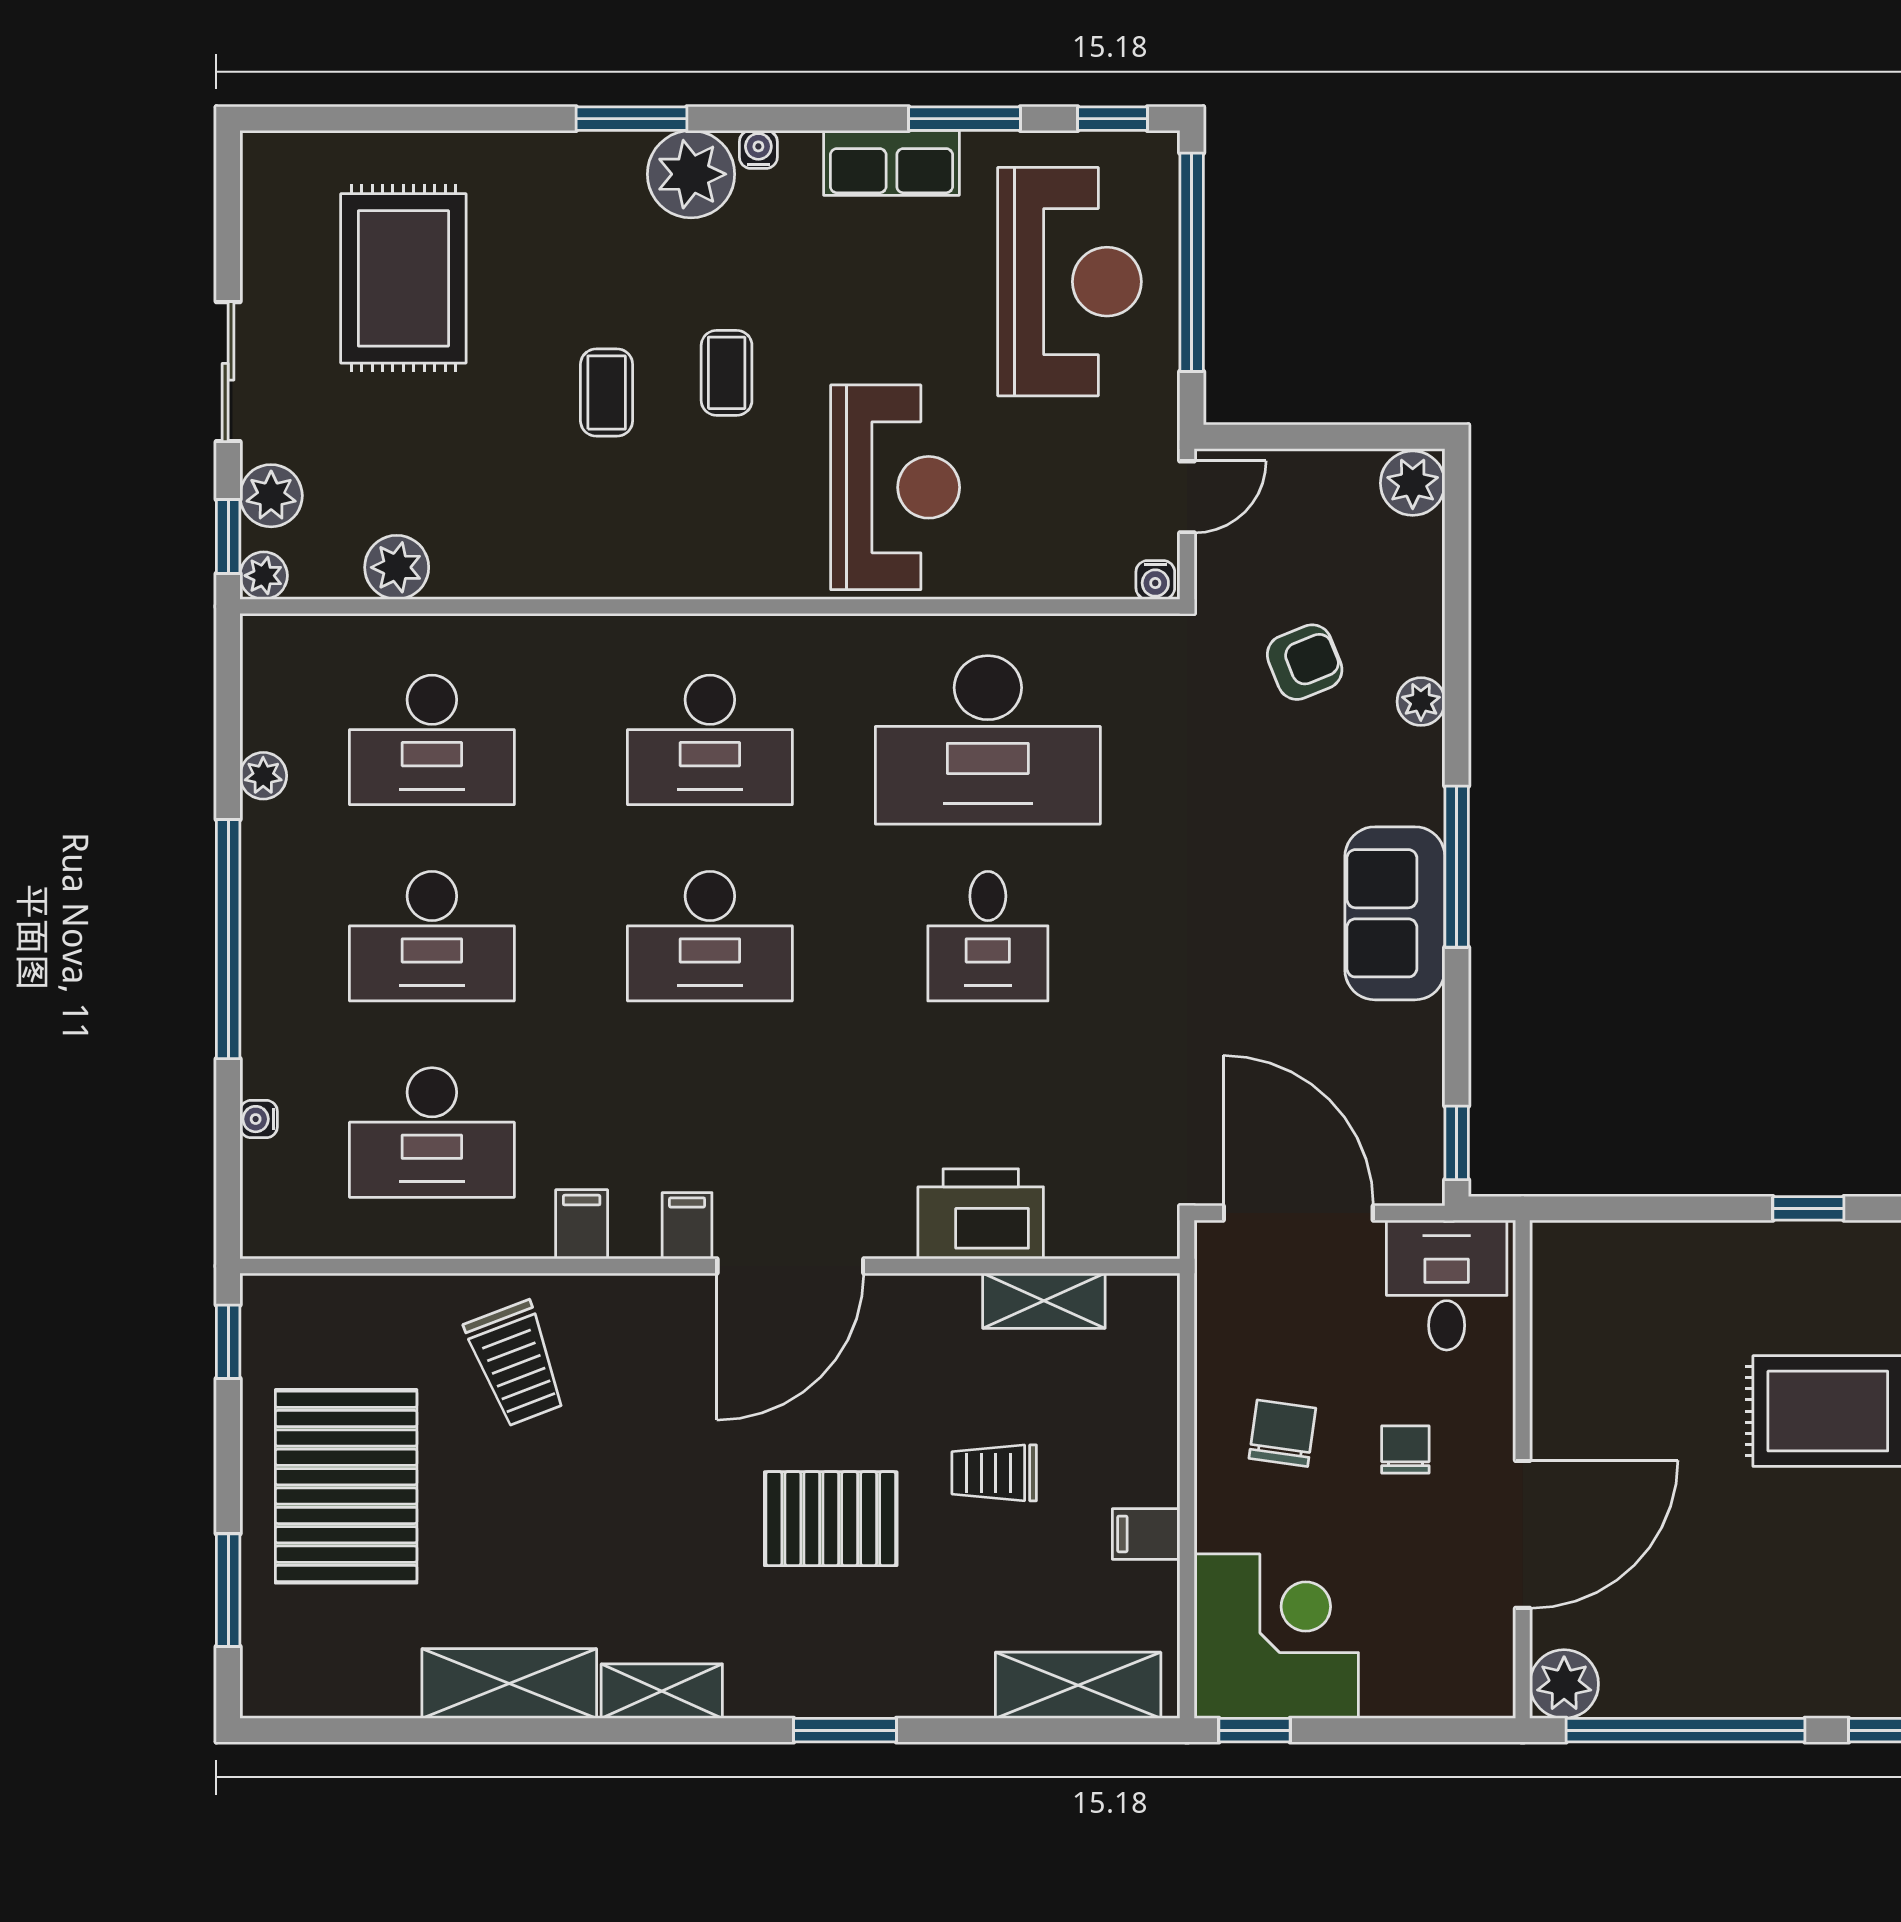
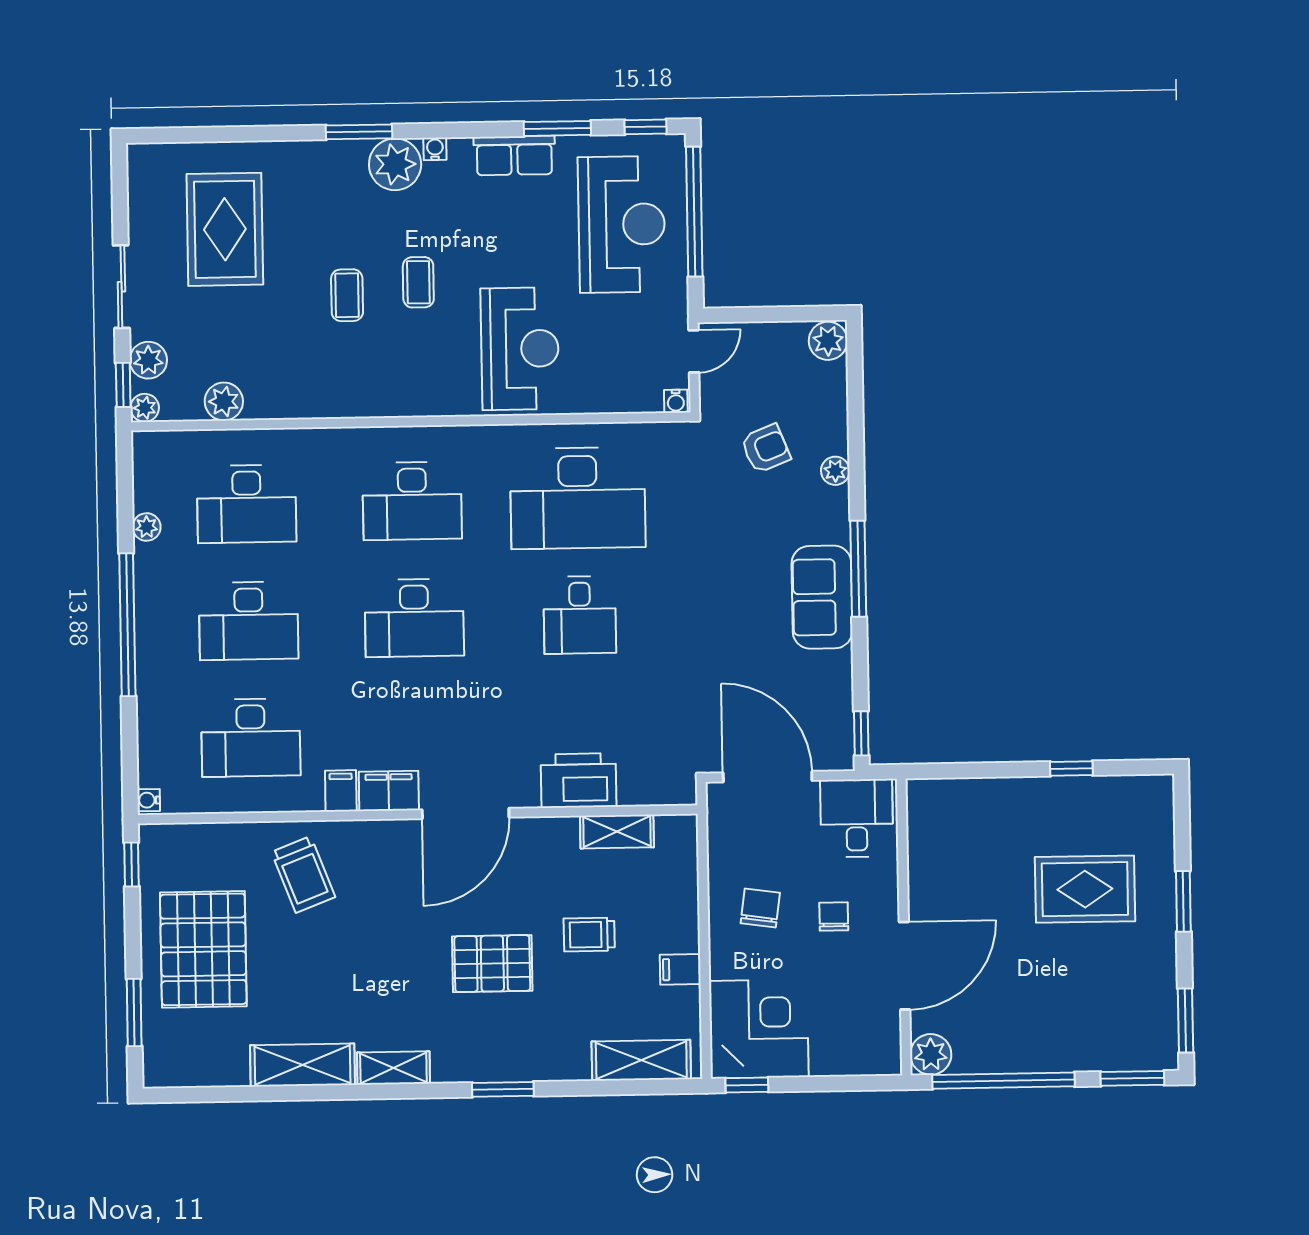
water cooler: (259, 1119) -> (149, 800), moved
filing cabinet: (687, 1226) -> (389, 791), width x2.00

